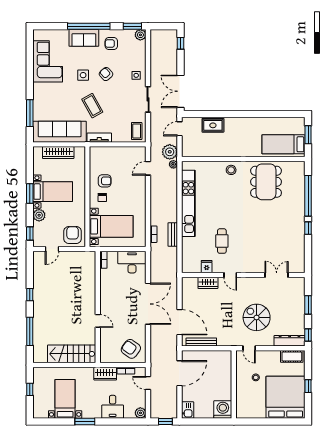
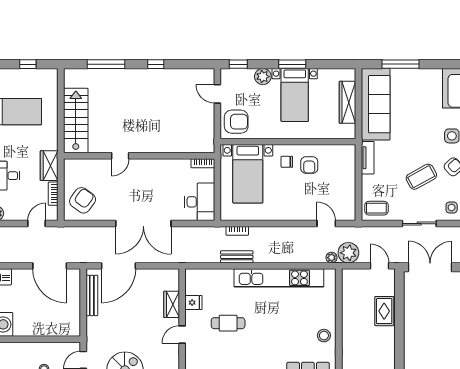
coffee table: (92, 106) -> (421, 177), moved

